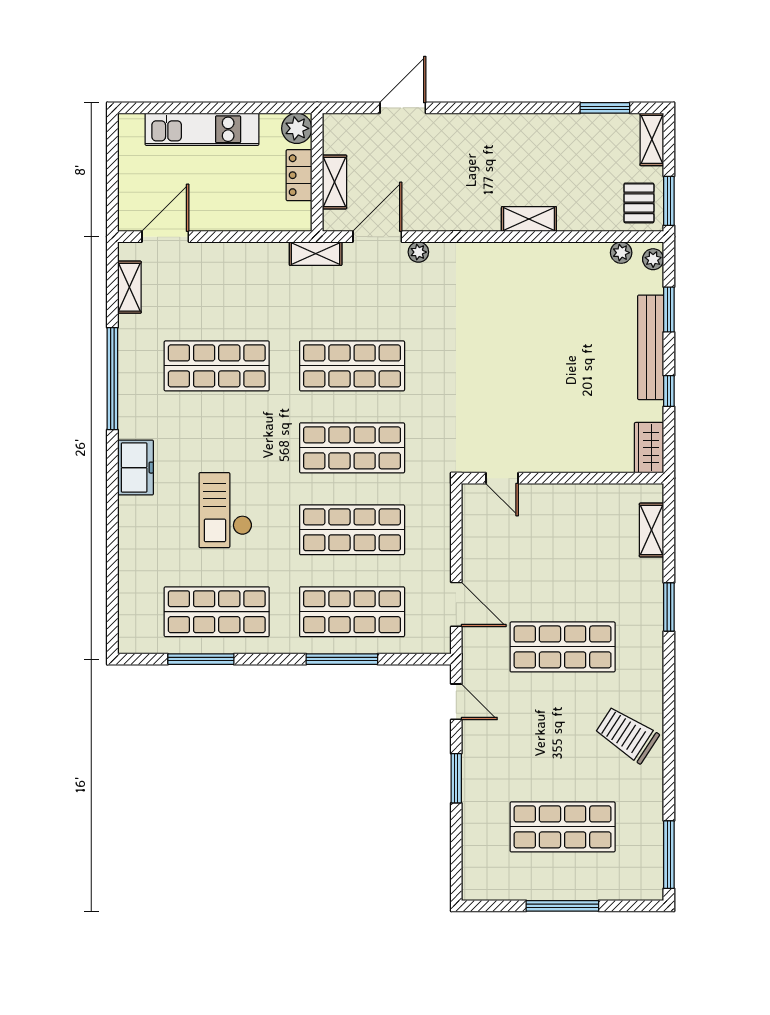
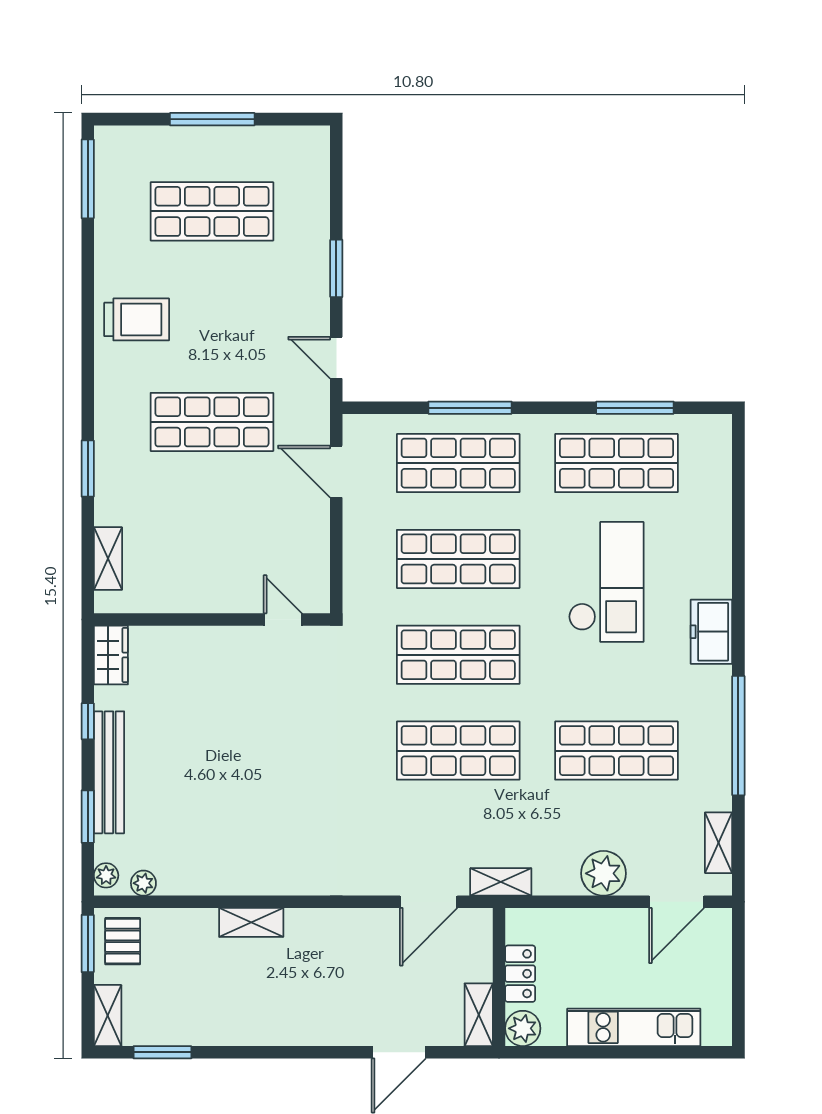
shelving: (334, 182) -> (479, 1015), moved
plant: (418, 252) -> (603, 873), moved, width x1.87, depth x1.87
checkout: (226, 510) -> (606, 582), width x1.36, depth x1.21
trolley: (627, 735) -> (137, 319), turned -33

